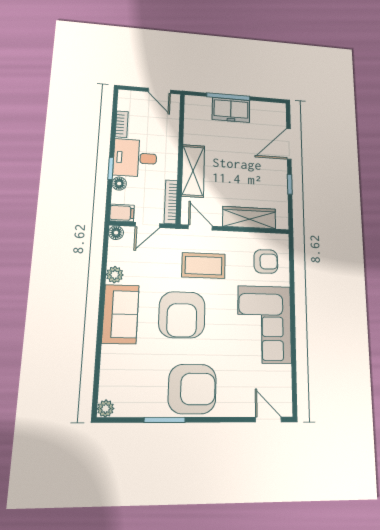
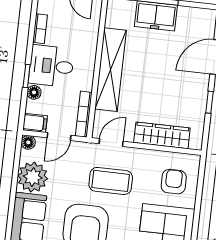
shelving: (193, 171) -> (111, 70), width x1.47
door: (200, 227) -> (111, 142), hinge flipped
armchair: (266, 261) -> (174, 182), turned -89
plant: (115, 275) -> (33, 177), width x1.87, depth x1.87

